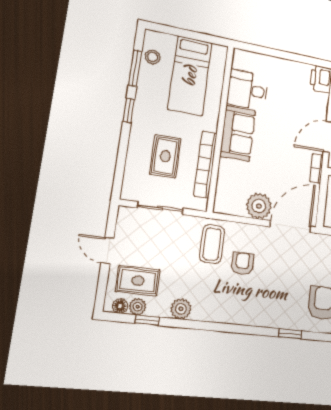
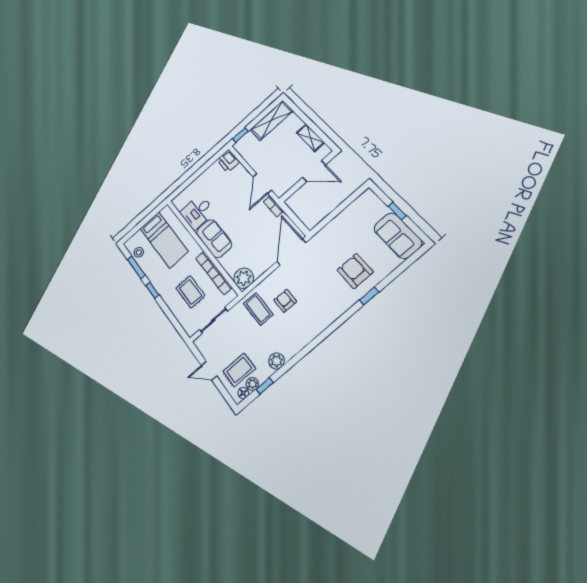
plant: (259, 206) -> (244, 278), moved
window: (290, 334) -> (369, 296), moved

